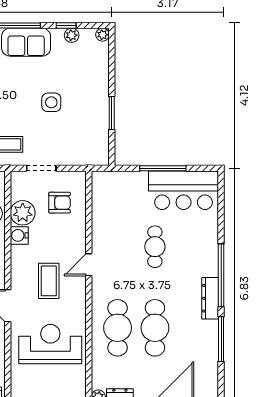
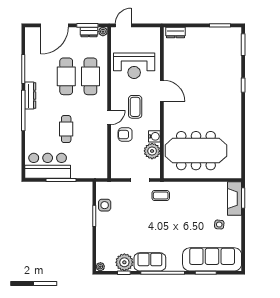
plant: (72, 35) -> (124, 262), width x1.87, depth x1.87
side table: (51, 102) -> (105, 205), moved
armchair: (60, 203) -> (125, 135), moved

